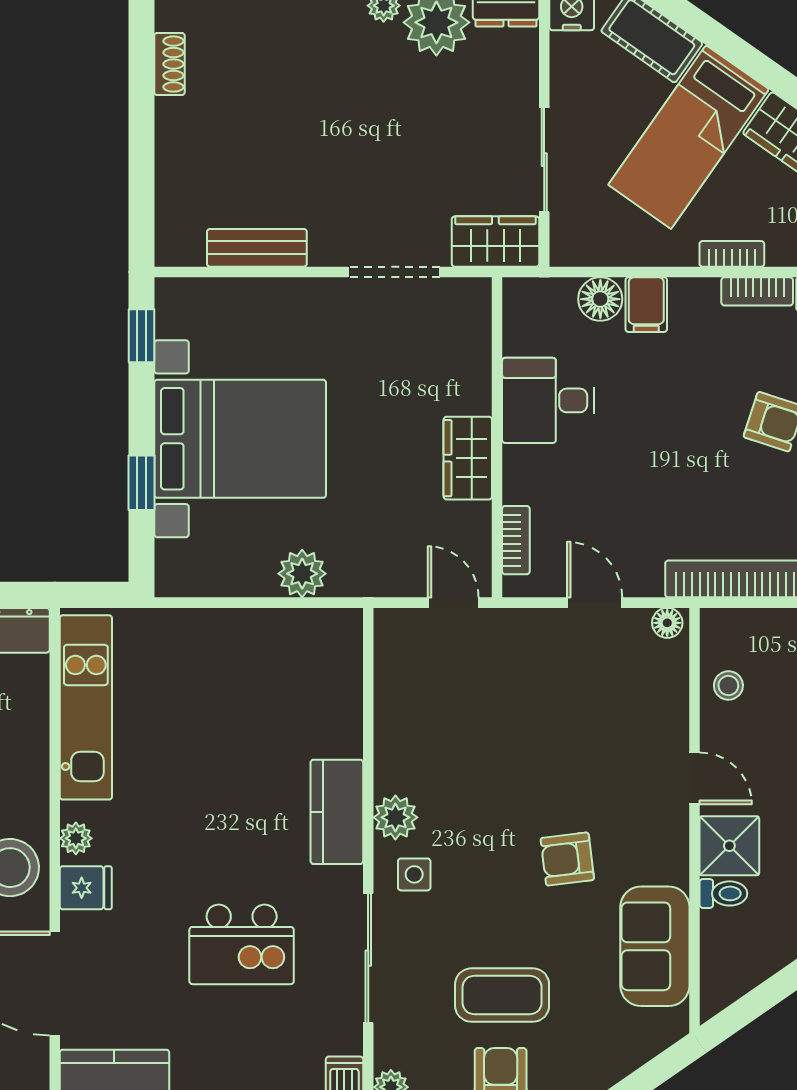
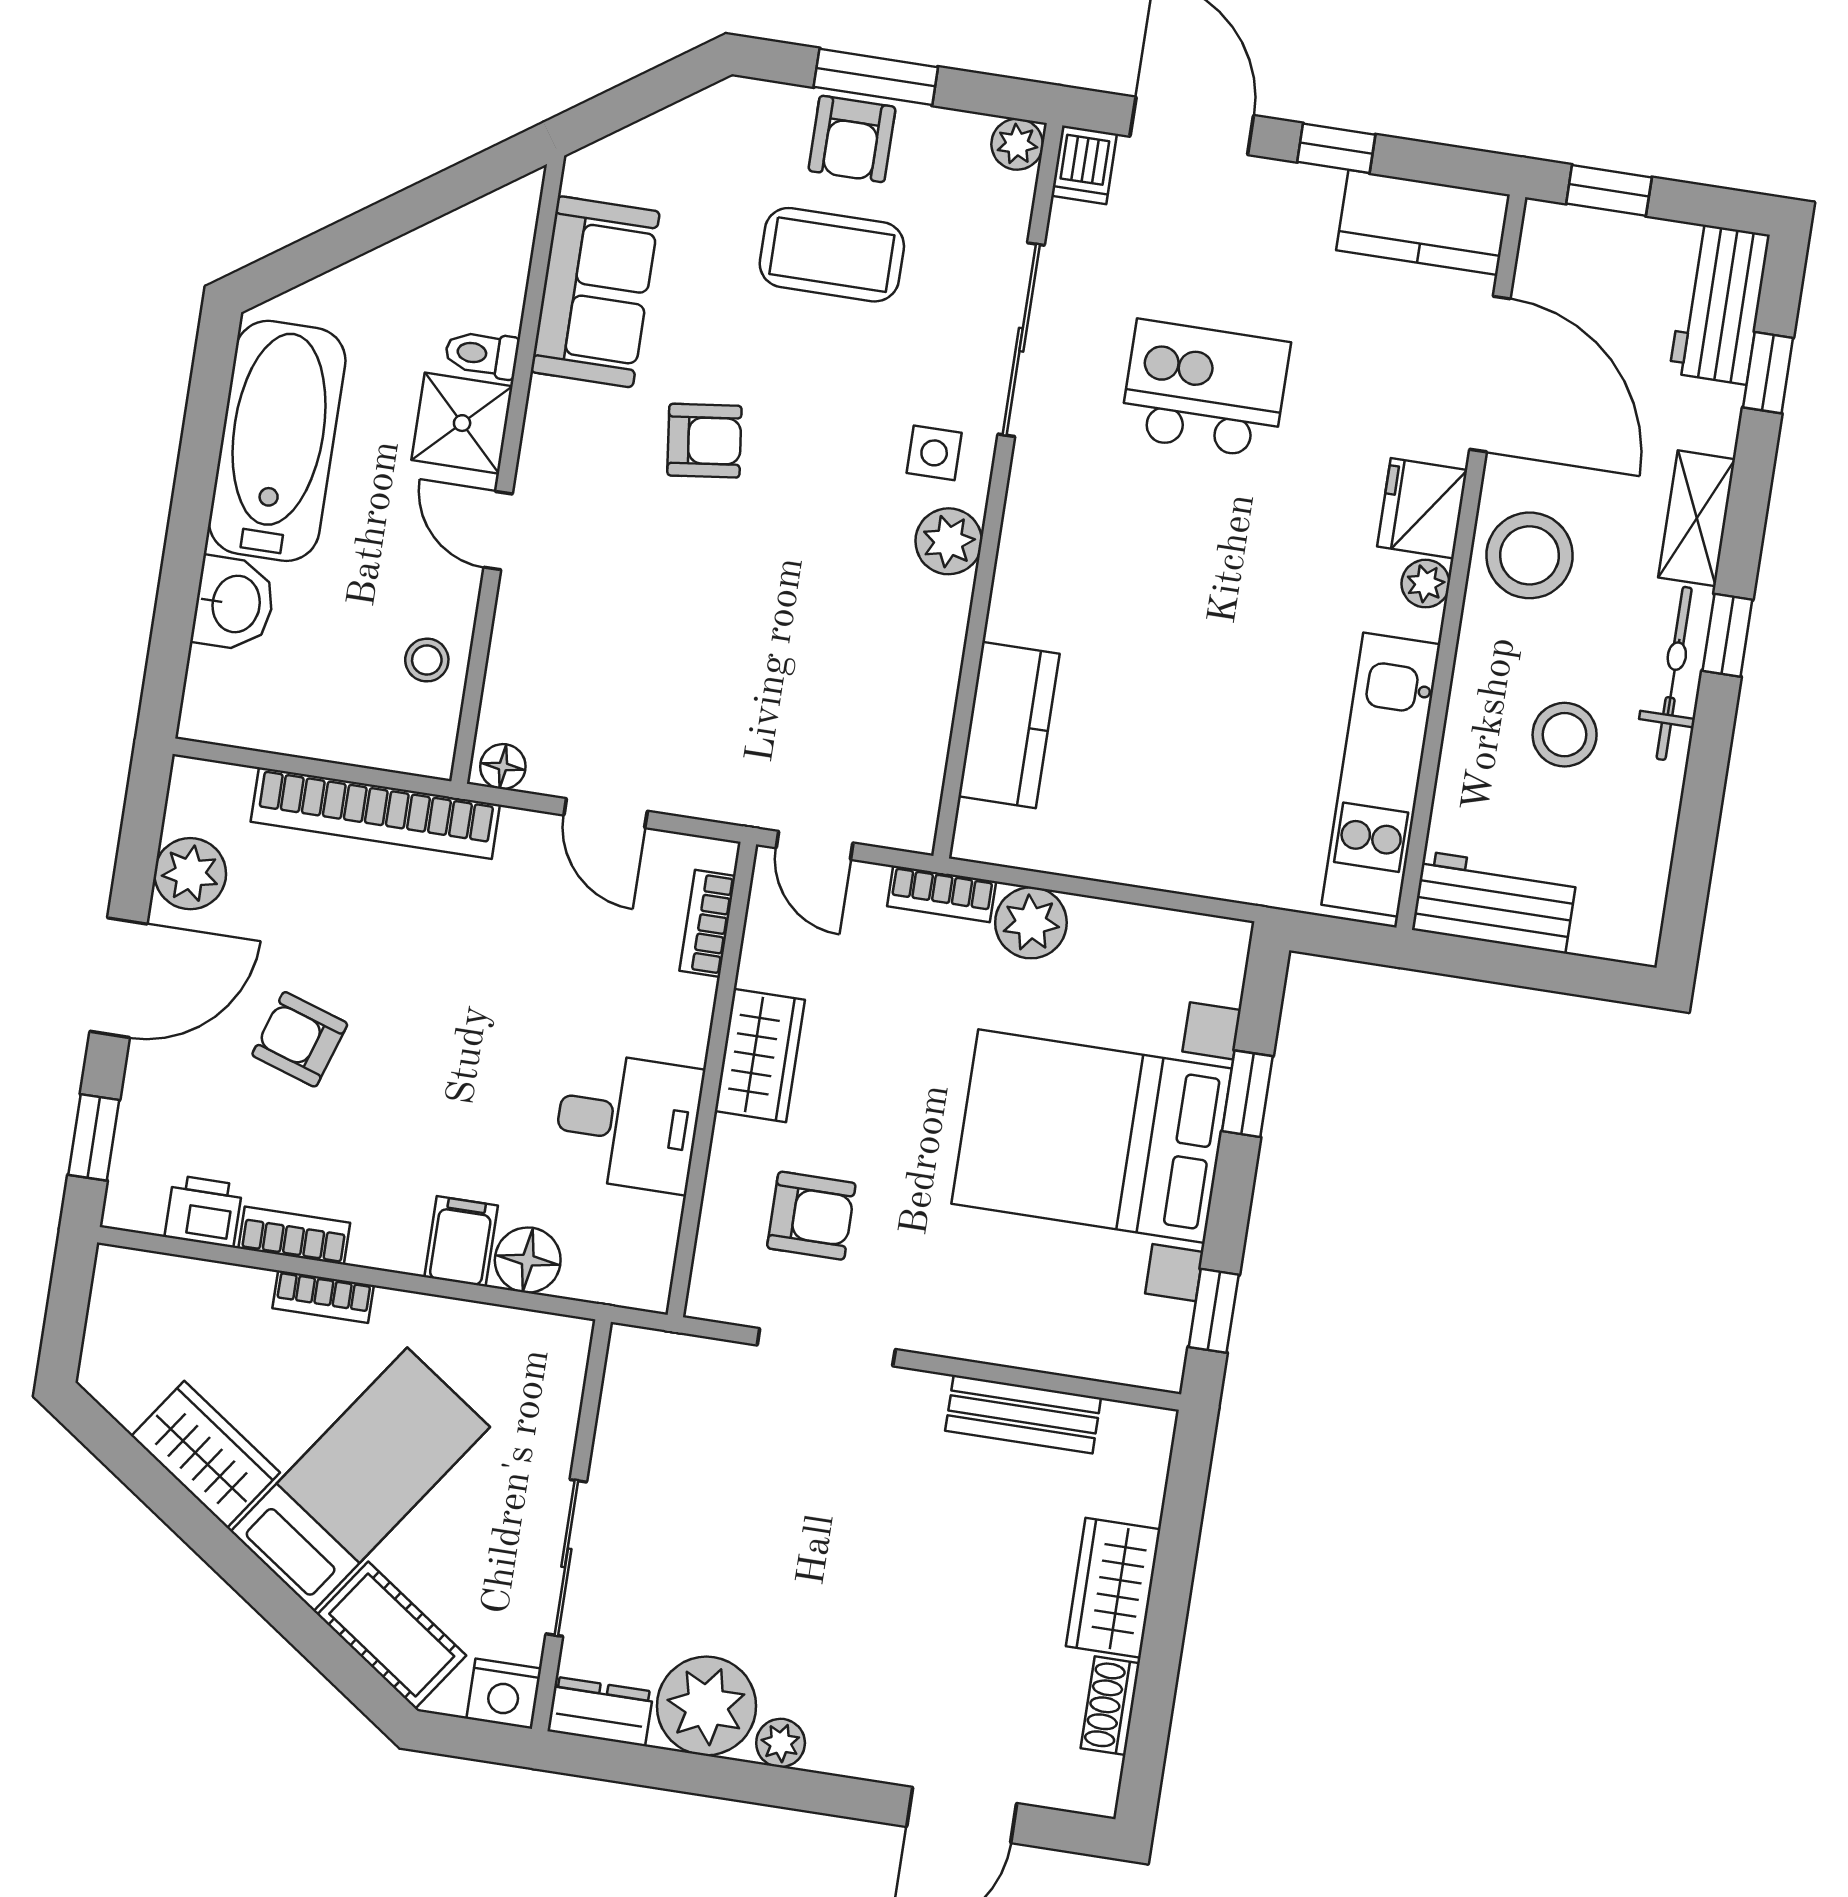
sliding door: (544, 160) -> (566, 1558), moved
wardrobe: (495, 242) -> (1113, 1588), moved, turned 90
armchair: (417, 357) -> (811, 1216), added
bookcase: (364, 584) -> (942, 894), added
kitchen counter: (337, 812) -> (1009, 725), moved
fridge: (86, 888) -> (1422, 508), width x1.38

